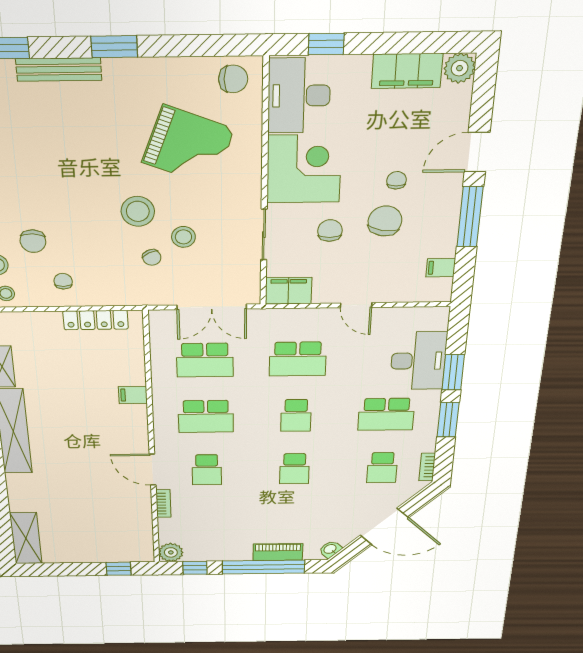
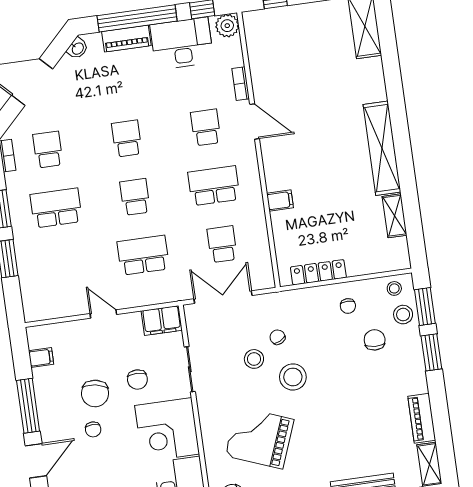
school desk: (205, 360) -> (222, 244), width x0.54
desk: (418, 361) -> (182, 43), moved, turned 90

